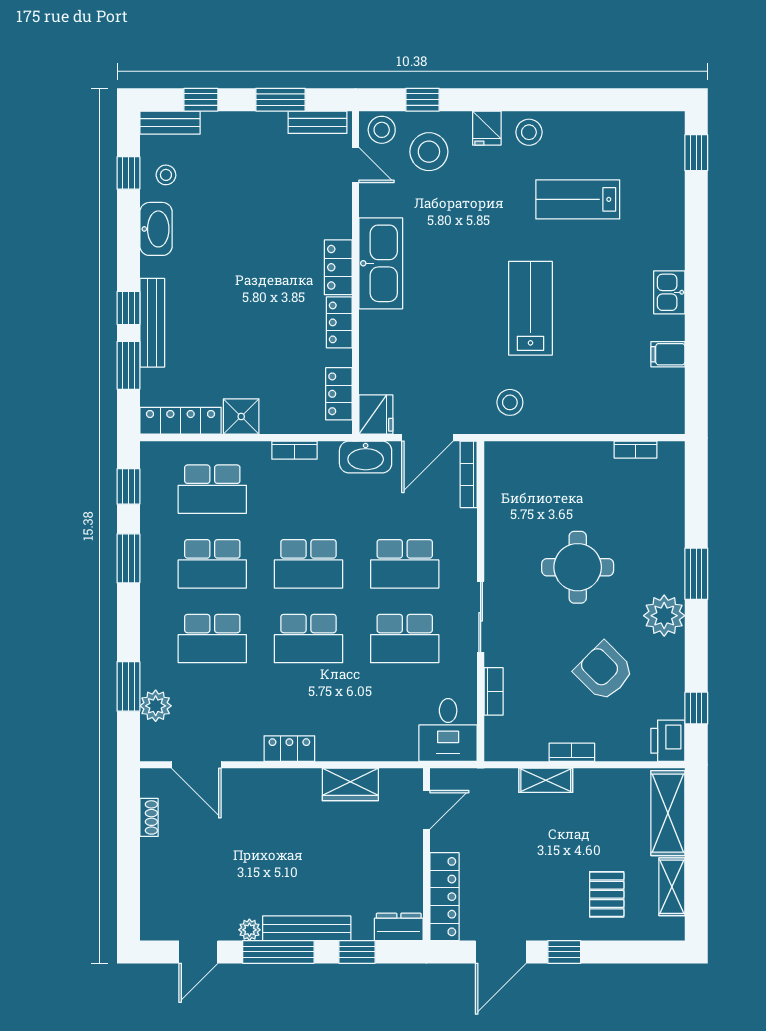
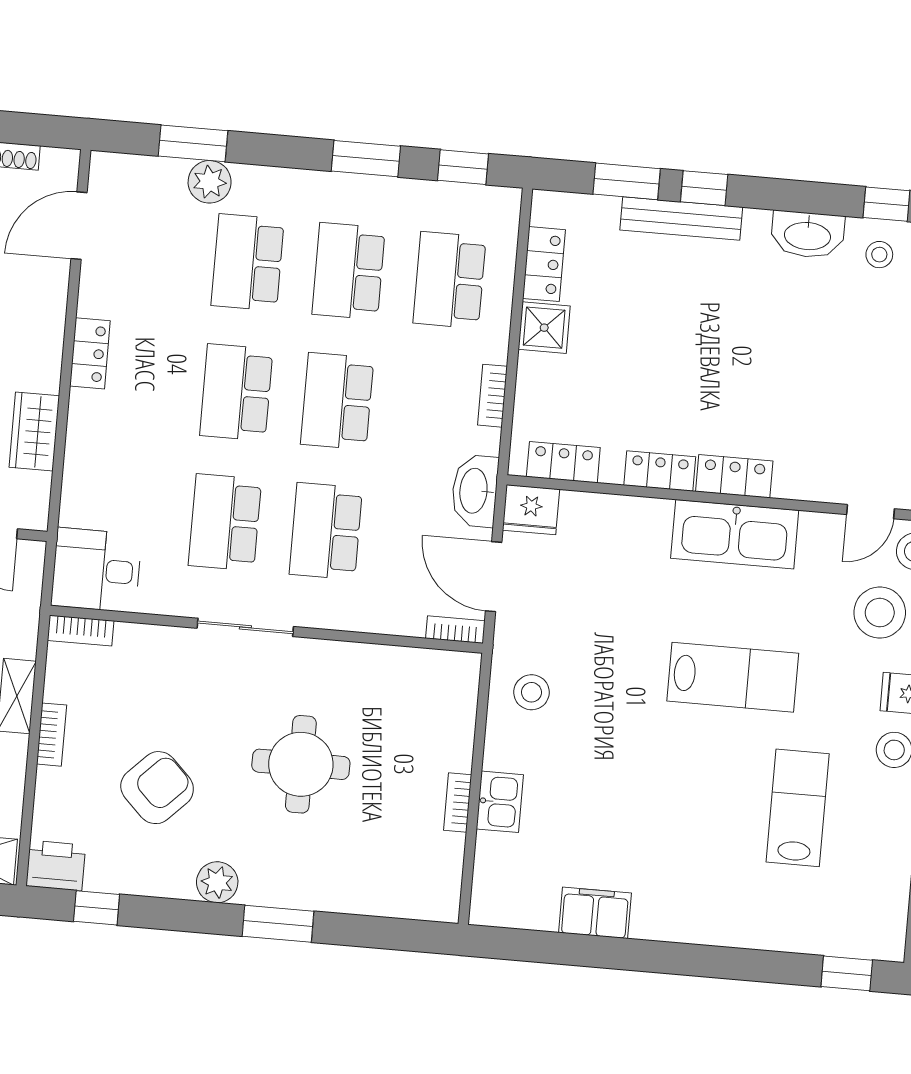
kitchen sink: (669, 292) -> (500, 802), moved, turned 90
lab bench: (530, 308) -> (733, 677), moved
filing cabinet: (668, 354) -> (595, 913), width x2.00
locker: (180, 421) -> (544, 264), width x0.66
bookcase: (635, 450) -> (458, 802), moved
bookcase: (469, 474) -> (455, 630), width x0.64
plant: (664, 616) -> (217, 882), width x0.73, depth x0.73
bookcase: (494, 691) -> (81, 631), moved
plant: (156, 706) -> (210, 182), moved

